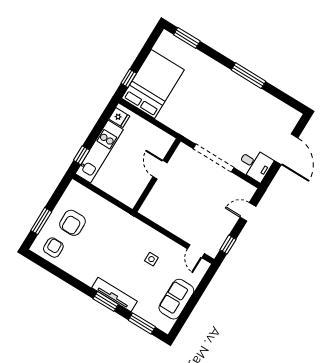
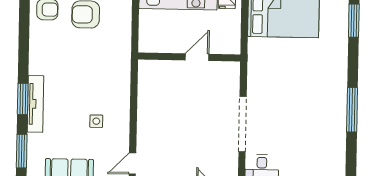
door: (160, 170) -> (197, 57), moved
wall: (157, 175) -> (189, 57), moved

